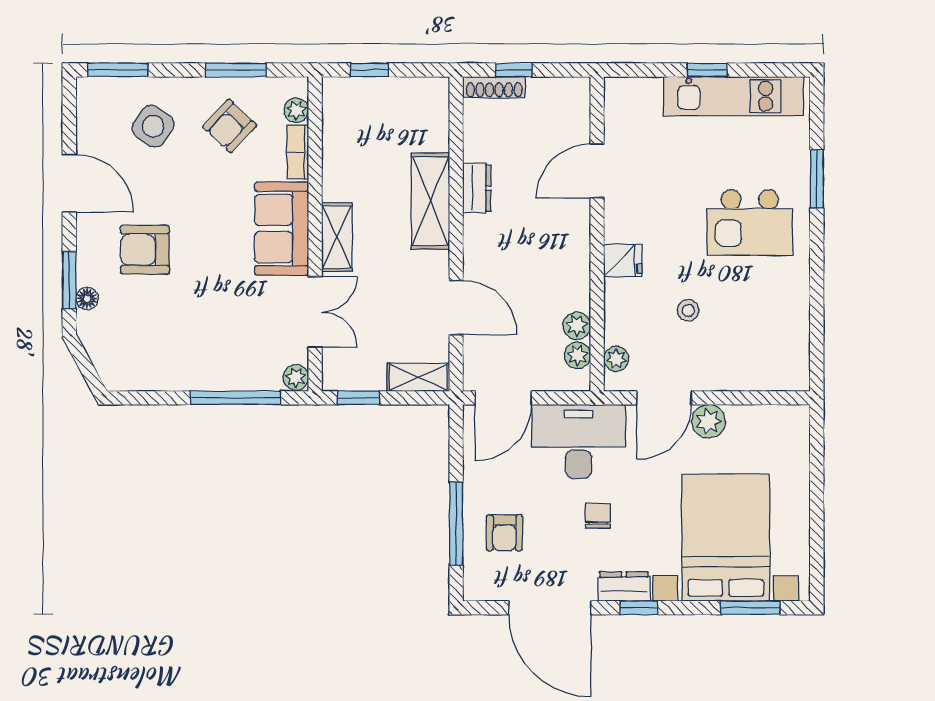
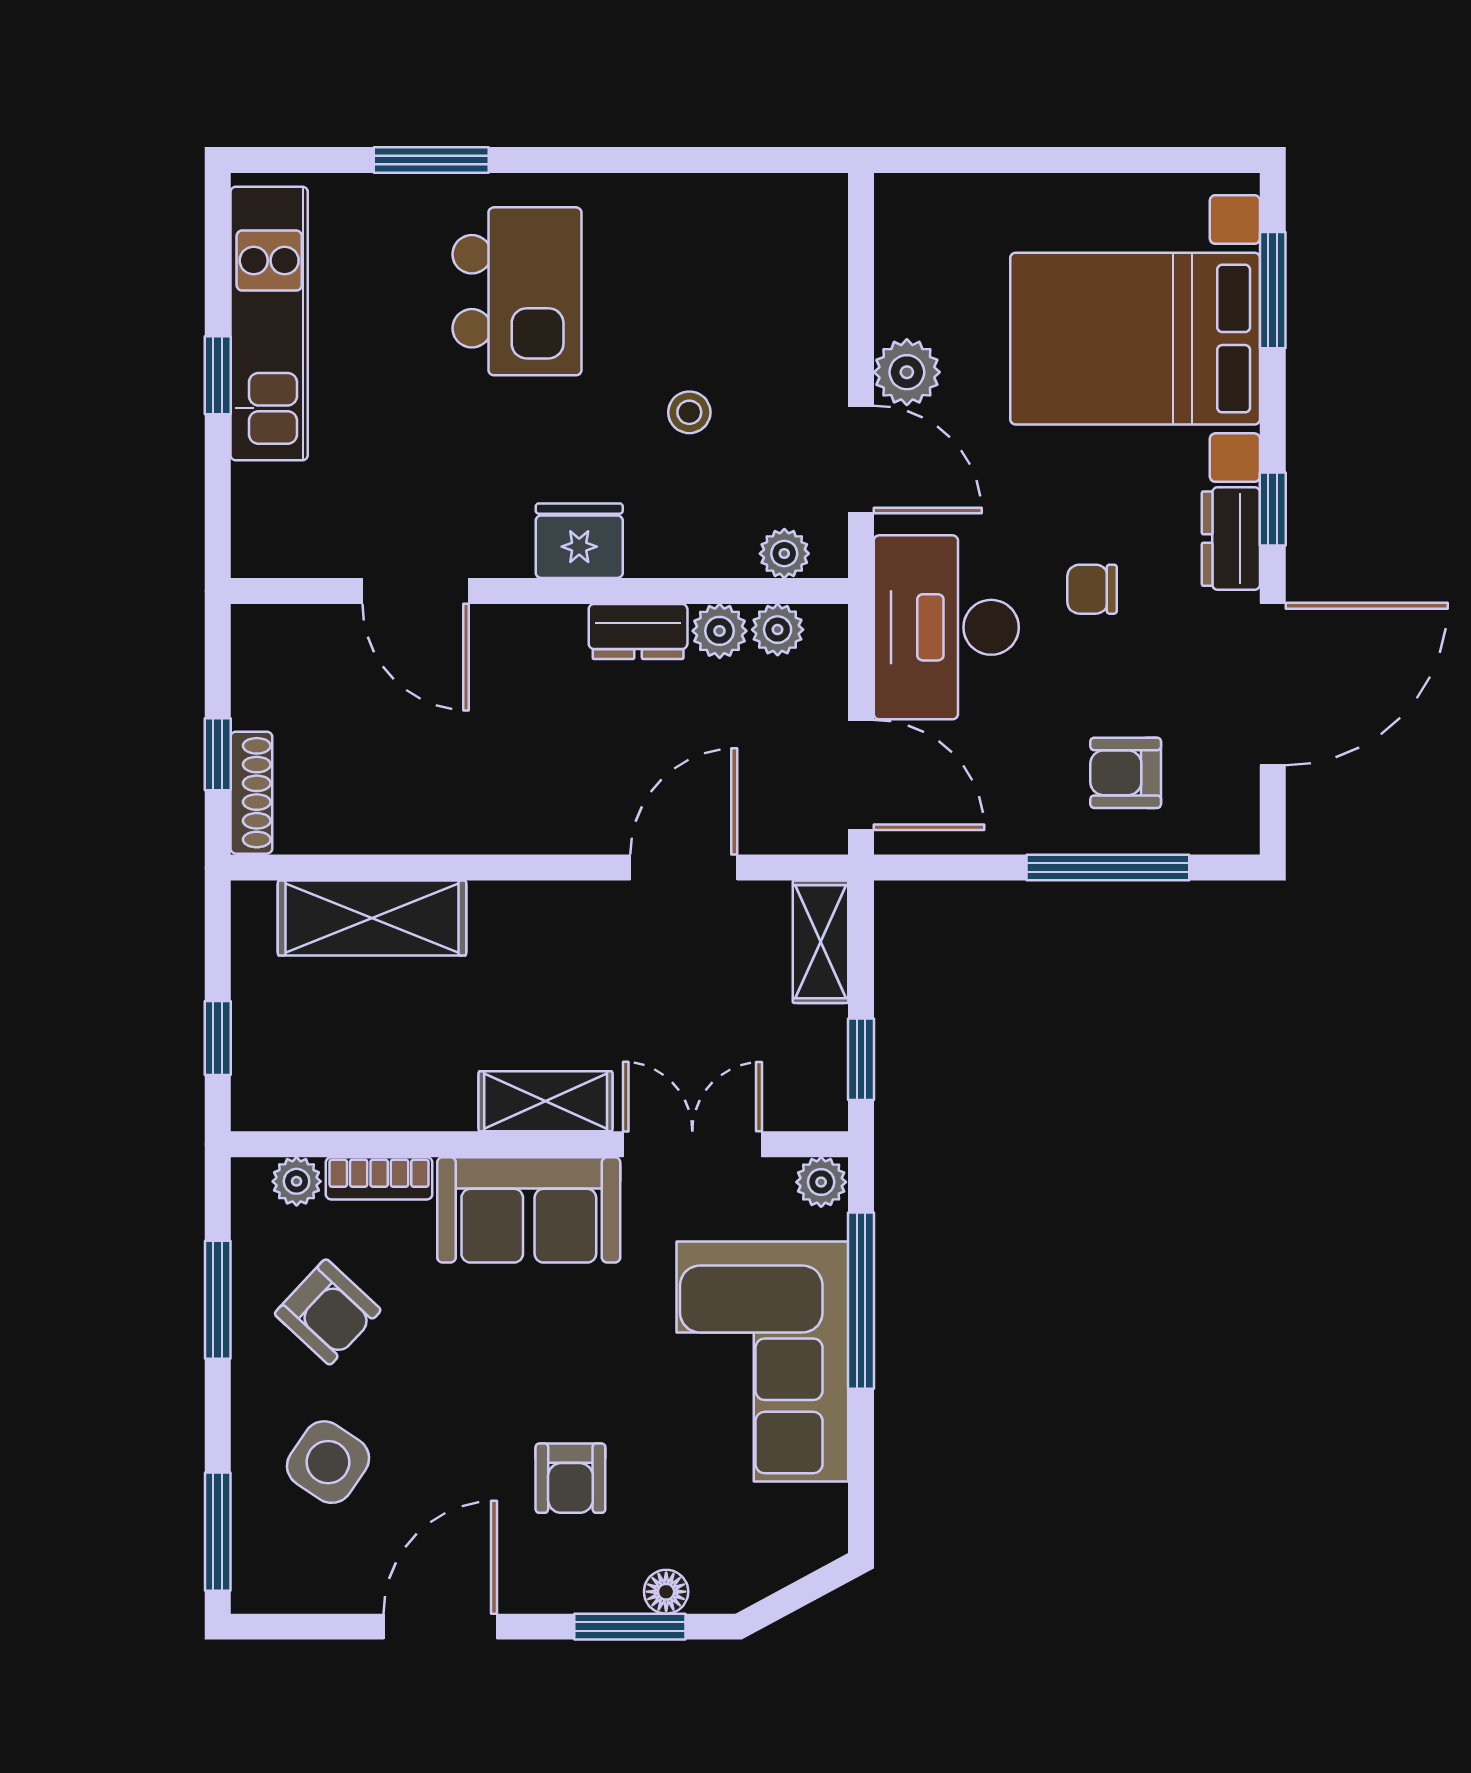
dresser: (477, 188) -> (638, 631), moved, turned 180
shelving: (430, 201) -> (372, 918), moved
armchair: (145, 250) -> (570, 1478), width x0.72, depth x0.72
fridge: (623, 260) -> (579, 541), width x1.38
corner sofa: (204, 348) -> (762, 1361), added
armchair: (504, 533) -> (1126, 773), turned 180

